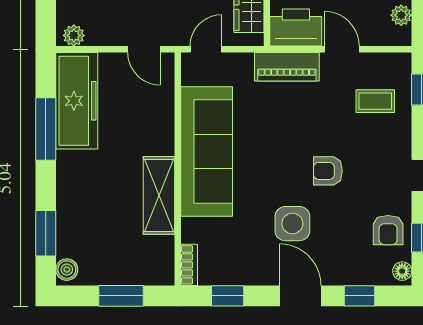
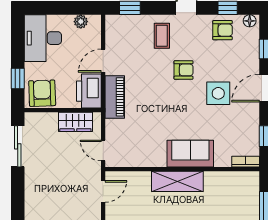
coffee table: (375, 101) -> (162, 36), moved
sofa: (207, 151) -> (190, 154), width x0.54, depth x0.79
armchair: (328, 171) -> (184, 70), turned -90
shelving: (159, 195) -> (177, 181), moved

